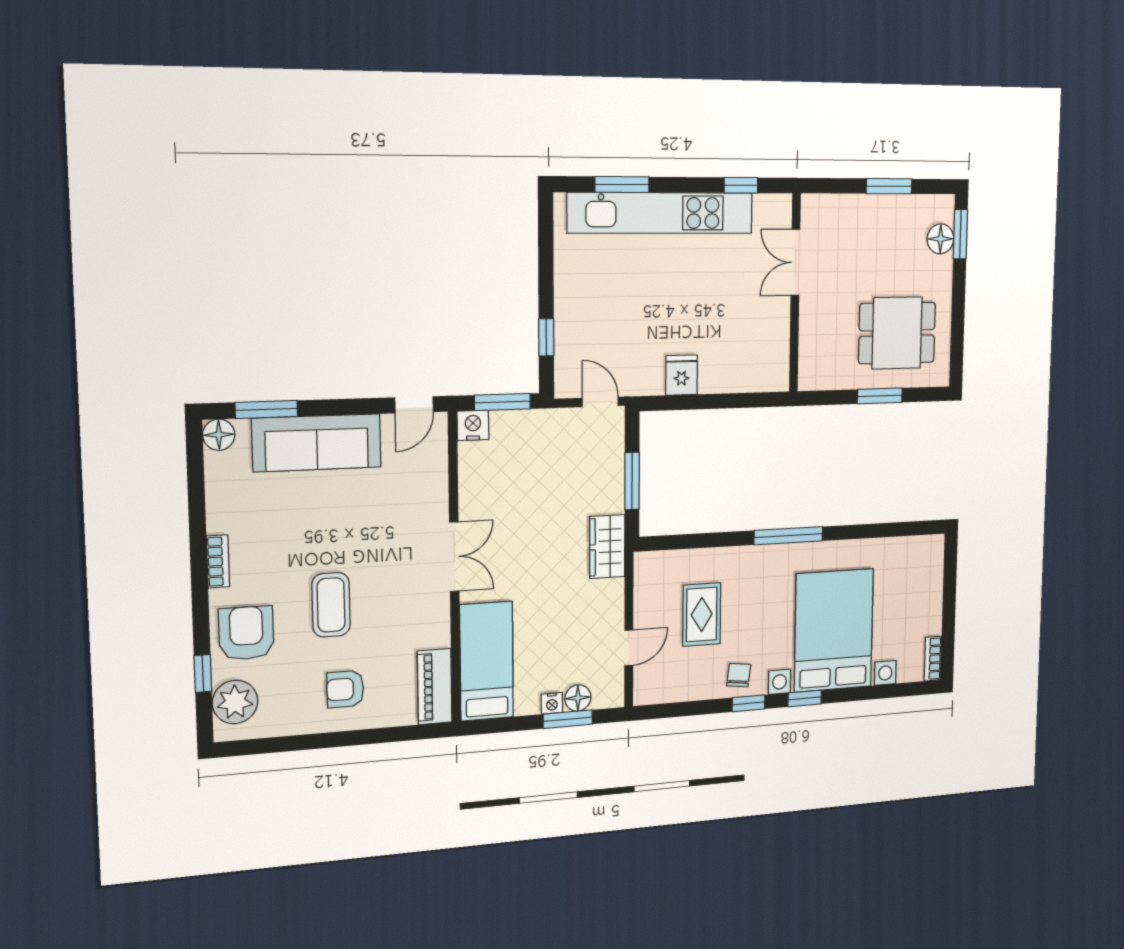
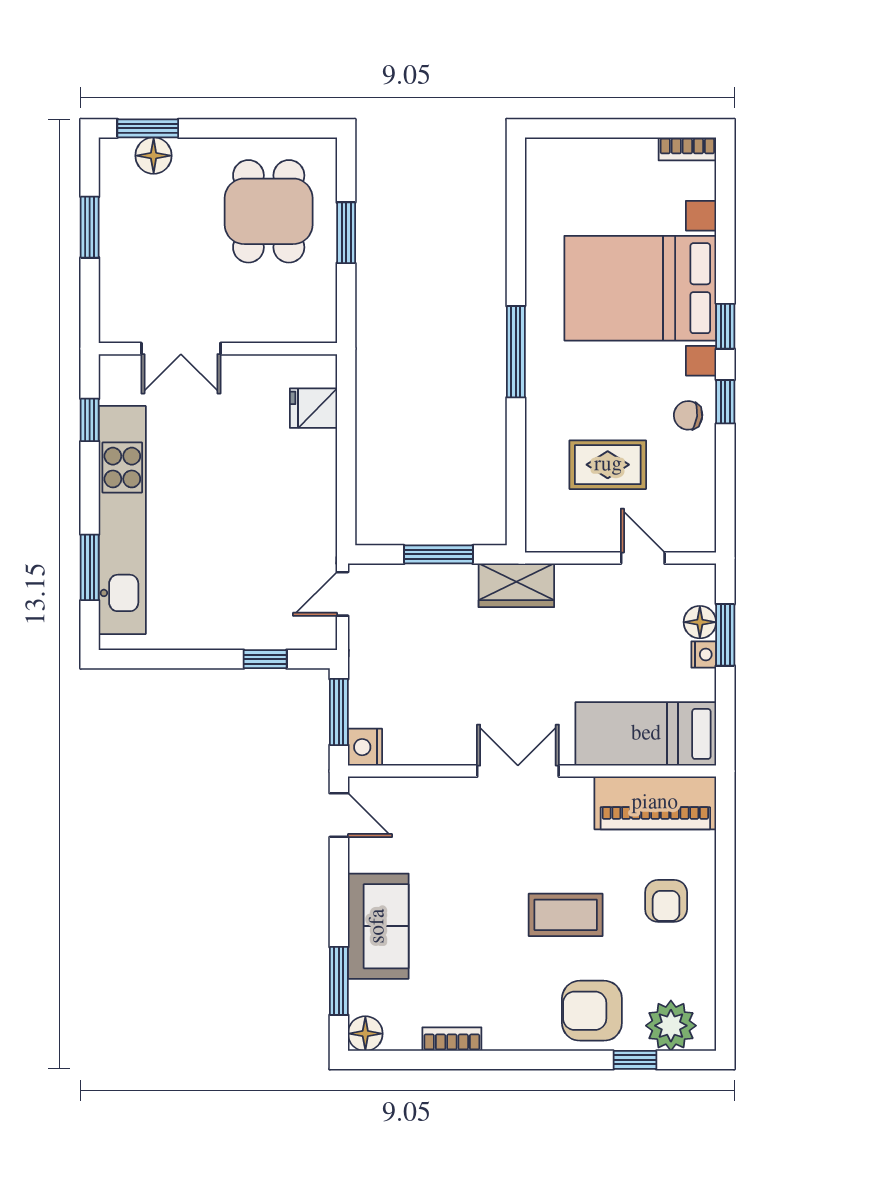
fridge: (682, 375) -> (313, 408), moved
sofa: (317, 443) -> (378, 926), width x0.73
bookcase: (218, 561) -> (452, 1039), moved
piano: (435, 687) -> (655, 803), width x1.37, depth x1.33

